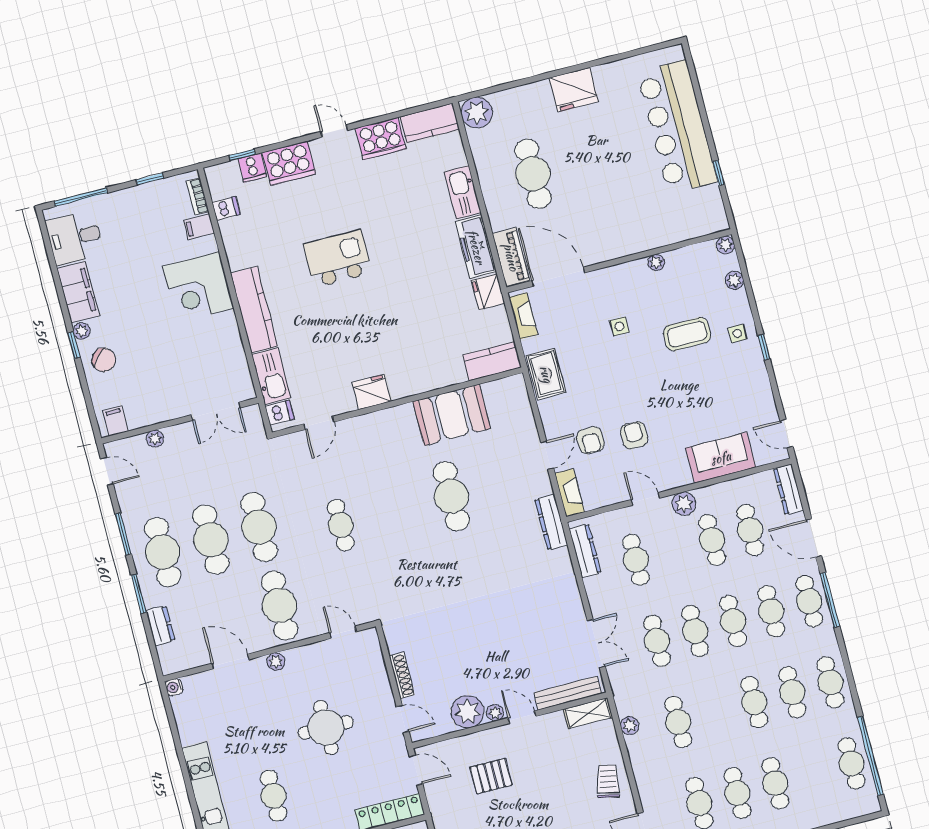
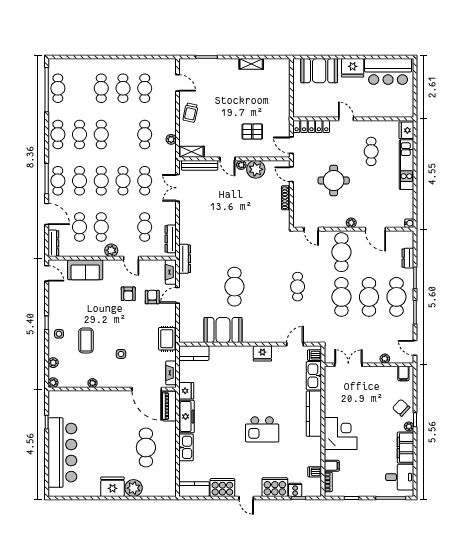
plant: (477, 113) -> (134, 488), moved
coffee table: (687, 334) -> (86, 340), turned 90

